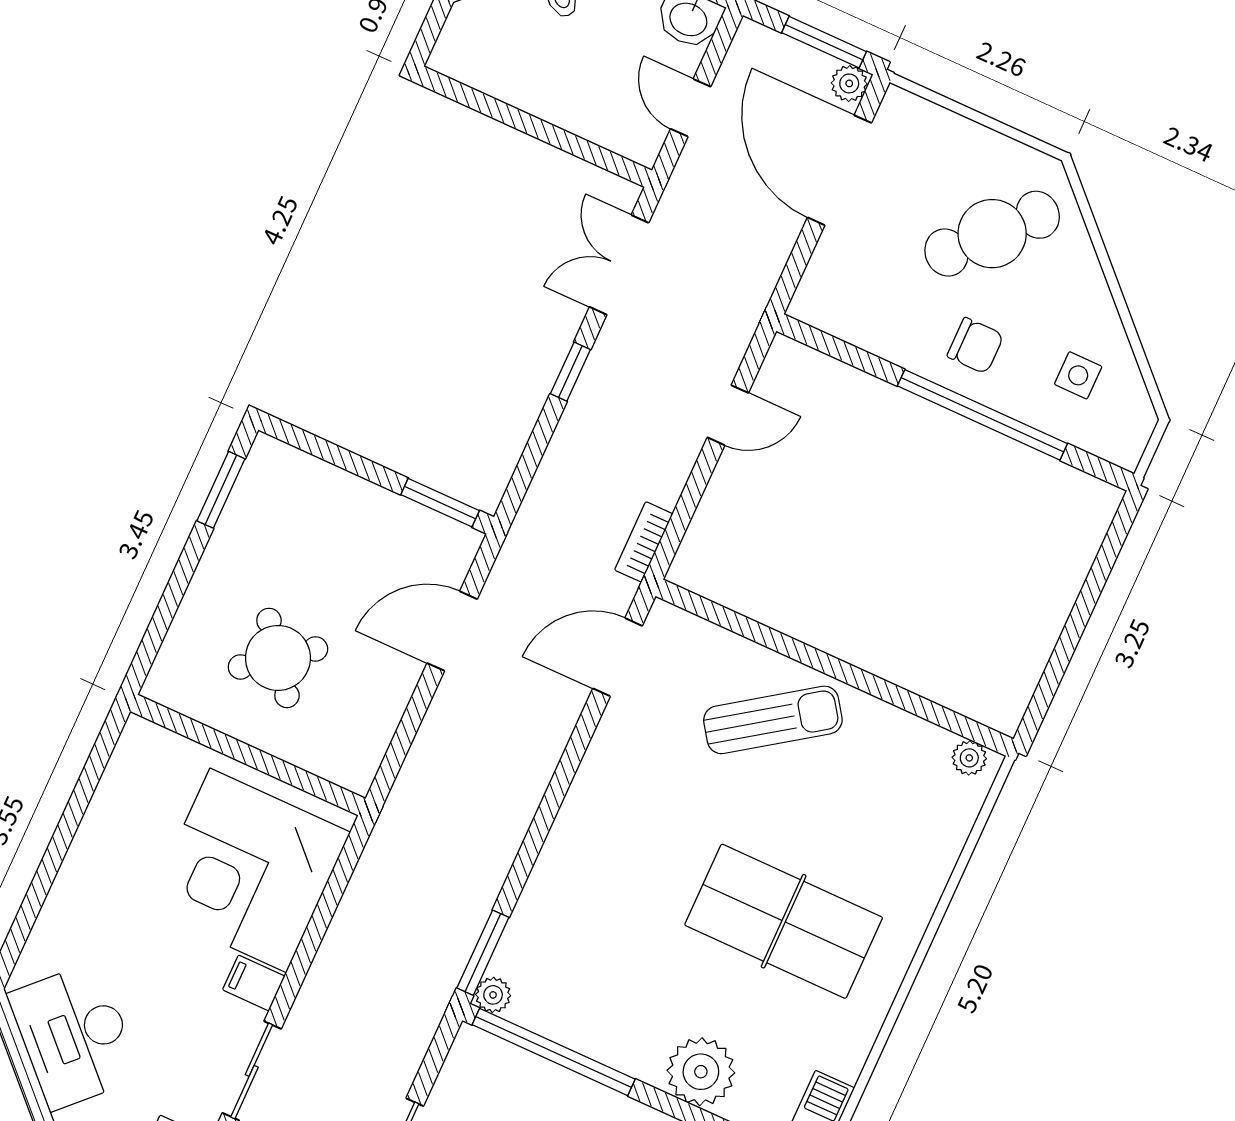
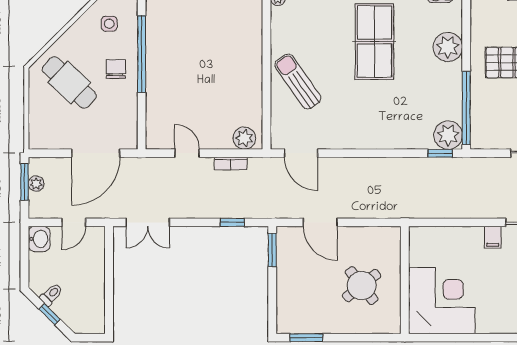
plant: (849, 83) -> (36, 184), moved
door: (840, 170) -> (96, 153), moved
window: (570, 372) -> (232, 222), moved
bookcase: (644, 542) -> (231, 163), moved
plant: (704, 551) -> (244, 138), added
corner desk: (248, 870) -> (442, 301), moved, turned -90
window: (483, 953) -> (440, 153), width x0.67
plant: (493, 995) -> (448, 135), width x1.87, depth x1.87

